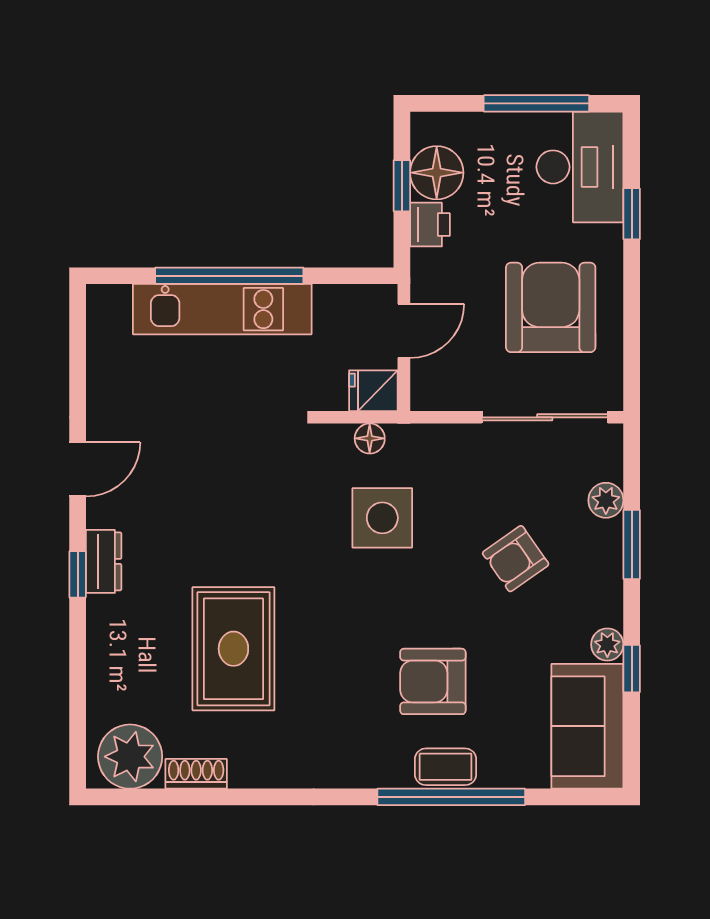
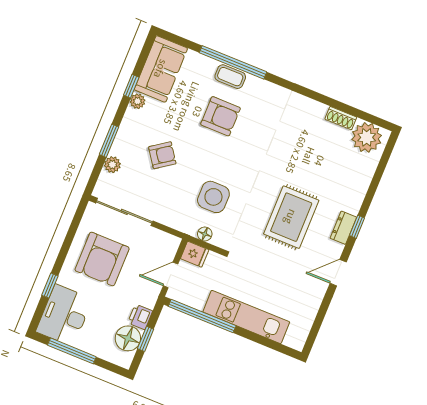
window: (229, 276) -> (202, 316), moved
rug: (233, 649) -> (291, 217), moved

